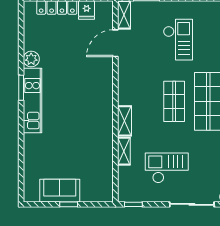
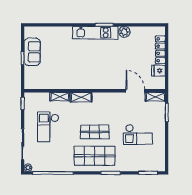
checkout: (167, 168) -> (48, 127), turned 180

